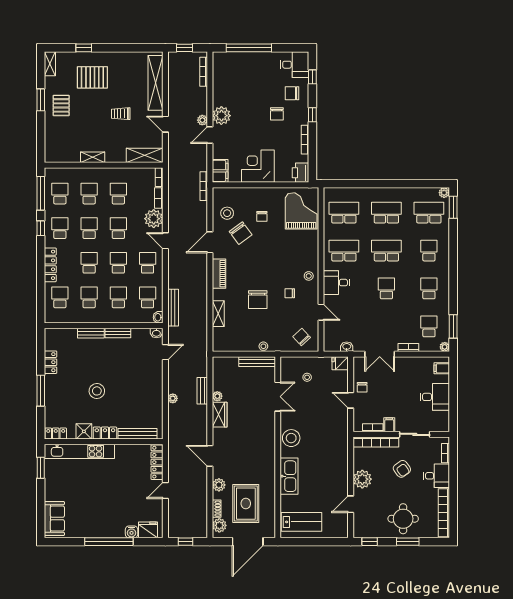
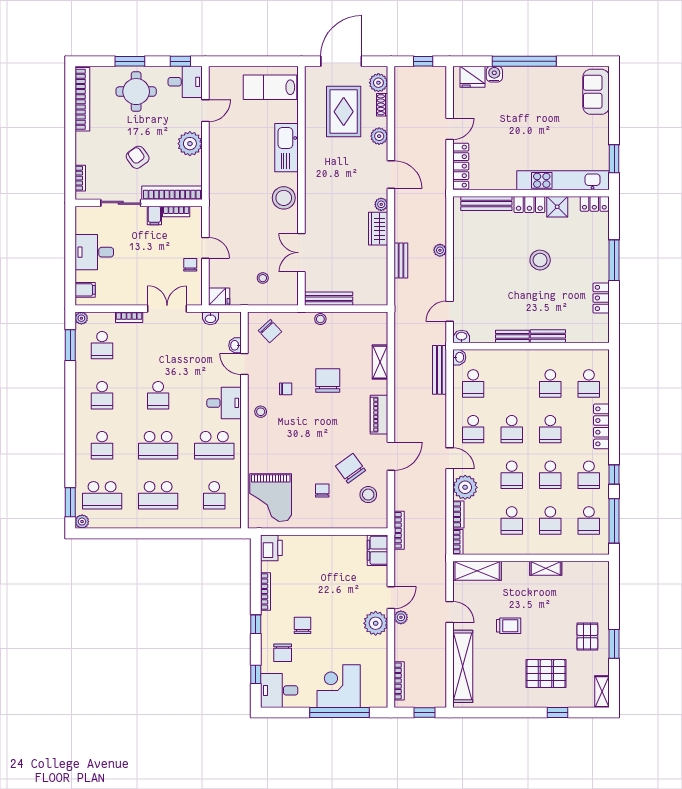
chair: (292, 93) -> (283, 653), turned 90
corner desk: (258, 166) -> (339, 686), moved, turned 180
school desk: (344, 213) -> (214, 495), width x0.54
school desk: (118, 297) -> (512, 383), removed
washbasin: (328, 326) -> (235, 345), added
plant: (217, 396) -> (381, 204), moved
desk: (436, 476) -> (185, 82), moved, turned 180

